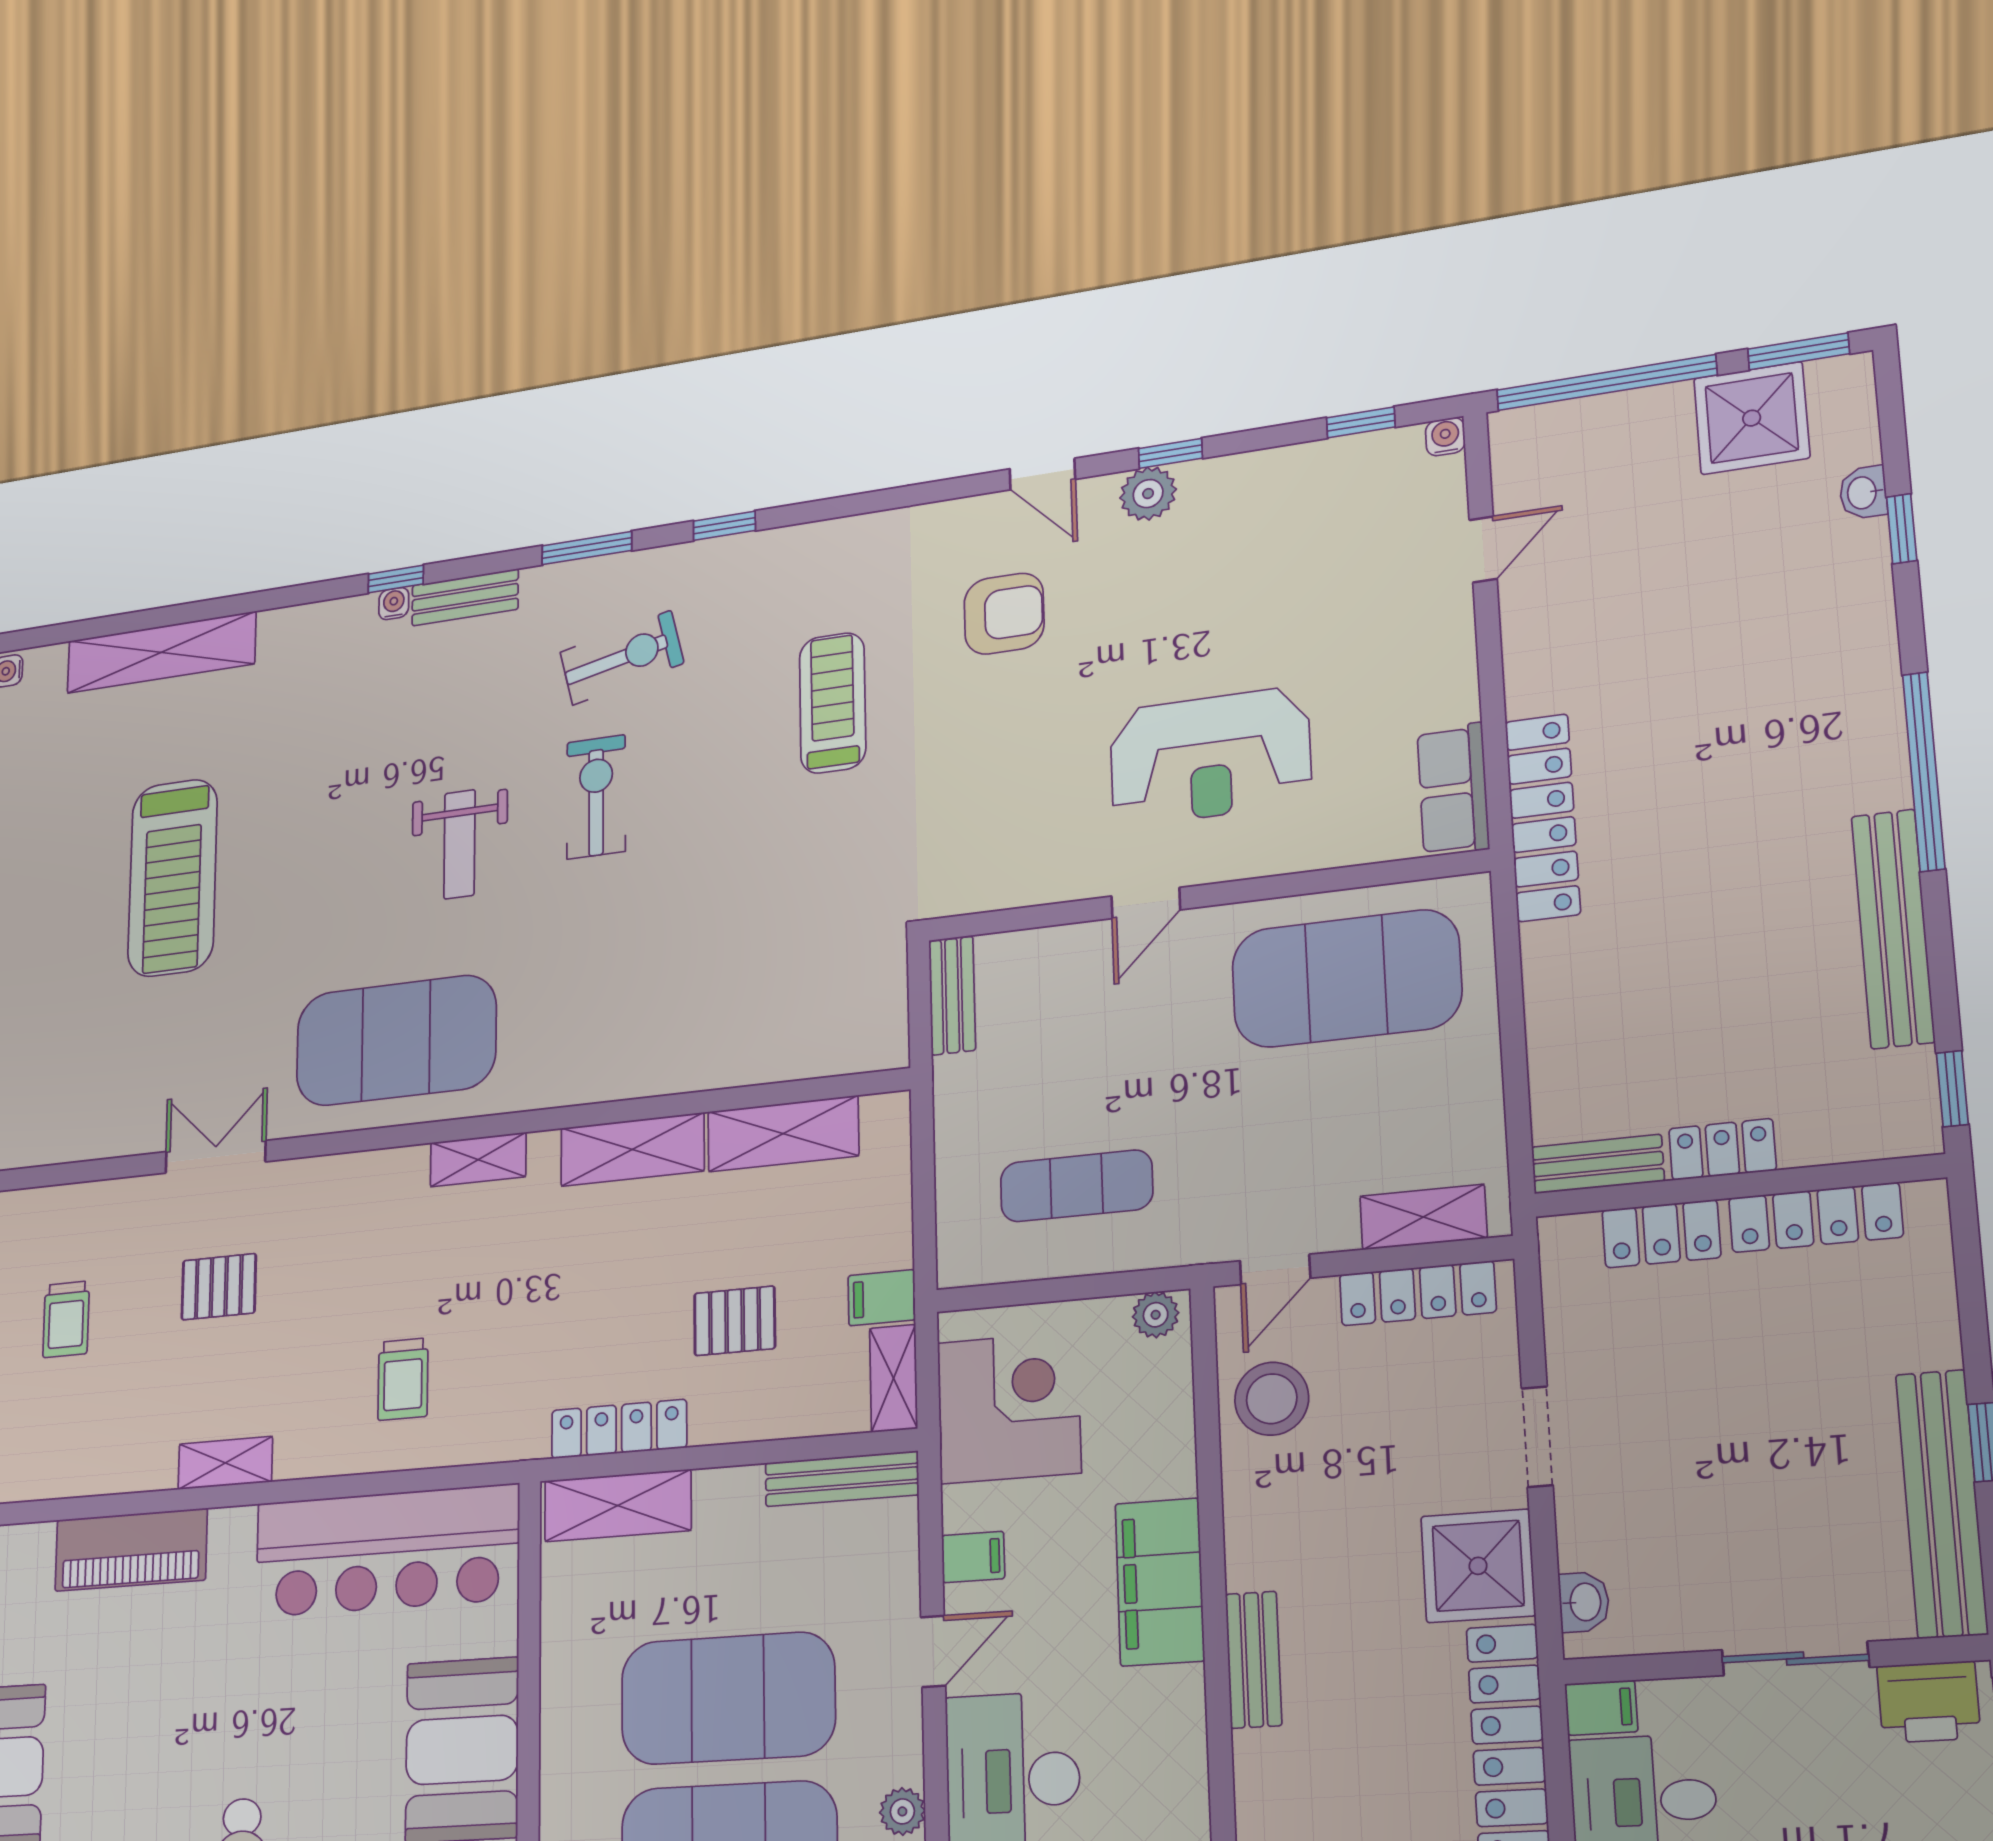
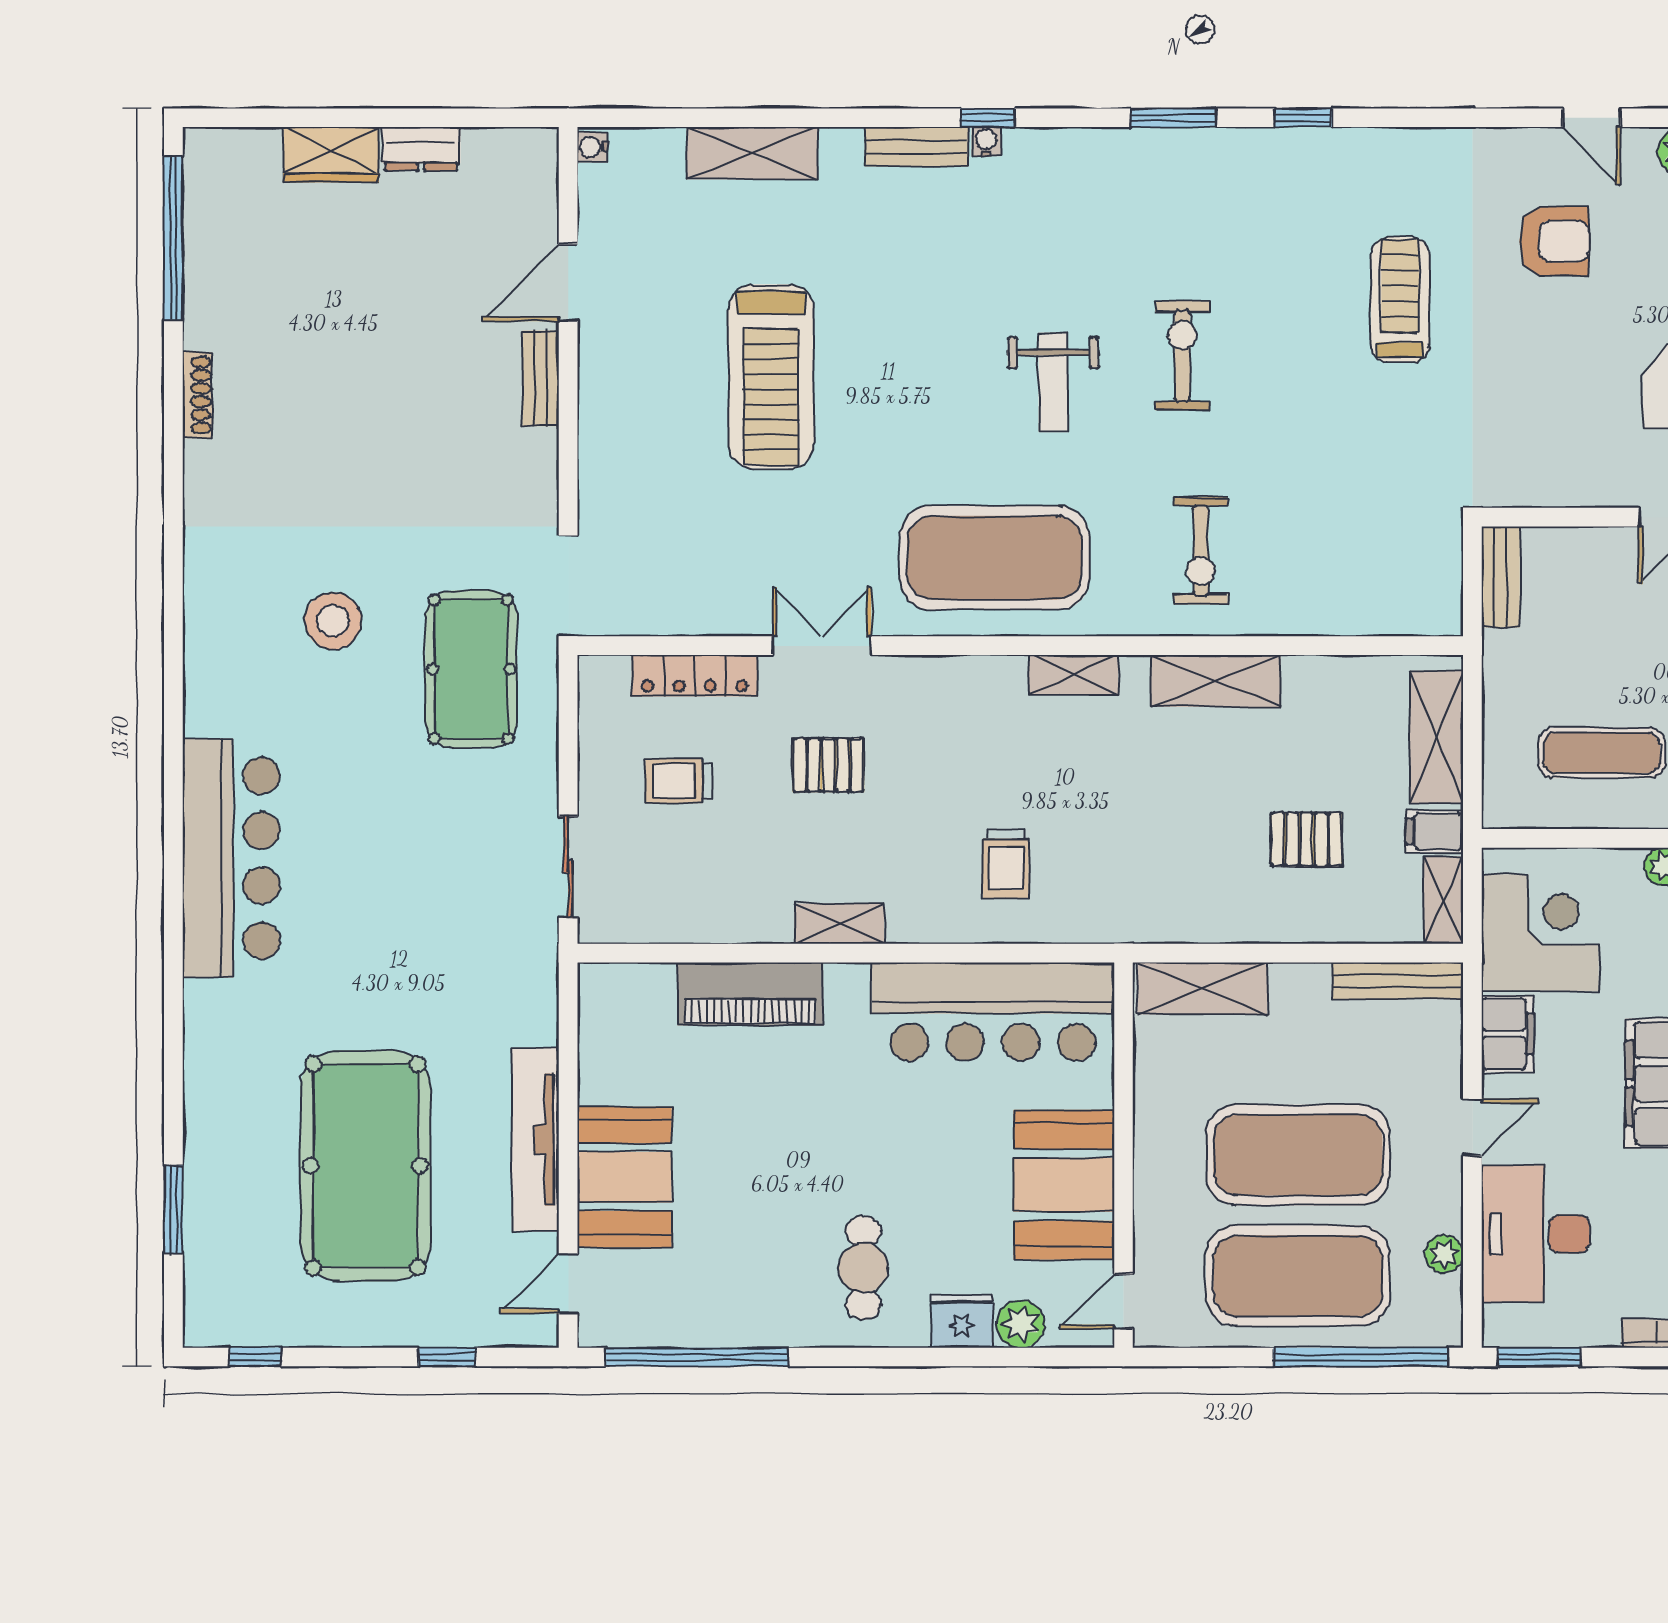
bench: (465, 597) -> (916, 147), moved
shelving: (161, 652) -> (752, 153), width x0.68
exercise bike: (622, 658) -> (1201, 551), moved, turned 103
shelving: (783, 1134) -> (1437, 737), moved, turned 90
trolley: (66, 1319) -> (679, 781), turned 90
locker: (619, 1429) -> (695, 676), moved, turned 180
filing cabinet: (973, 1557) -> (1507, 1034), width x2.00

